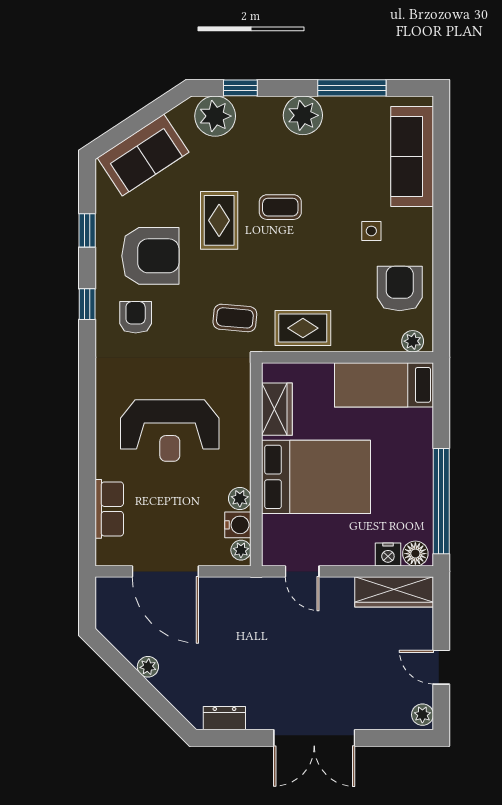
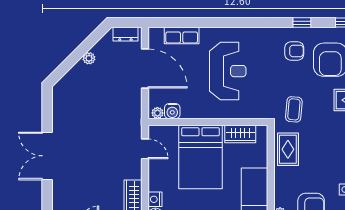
reception desk: (170, 430) -> (228, 71), turned 180
plant: (240, 499) -> (188, 112), removed
door: (165, 571) -> (145, 69), swing flipped
door: (302, 571) -> (145, 149), swing flipped
dresser: (224, 718) -> (125, 34), moved, turned 90

